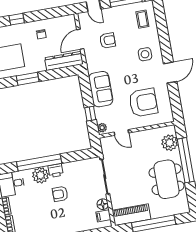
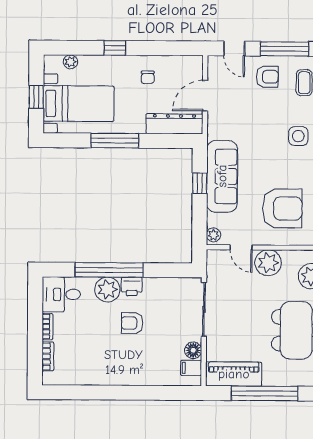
armchair: (108, 40) -> (267, 77), moved
window: (28, 79) -> (115, 141), width x1.44
sofa: (101, 89) -> (222, 176), width x1.36
window: (90, 114) -> (200, 183), moved
plant: (141, 139) -> (268, 263), added

